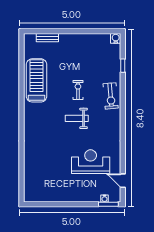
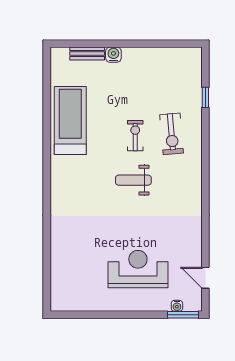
water cooler: (116, 38) -> (113, 55), moved
exercise bike: (111, 96) -> (172, 134), moved
reception desk: (91, 162) -> (138, 269), moved

